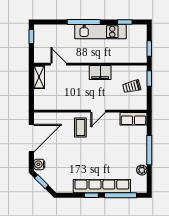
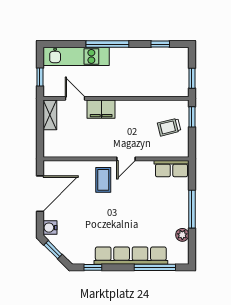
kitchen unit: (100, 32) -> (76, 56), moved
window: (31, 36) -> (40, 77), moved
filing cabinet: (100, 73) -> (101, 109), moved
window: (91, 195) -> (93, 267), moved

